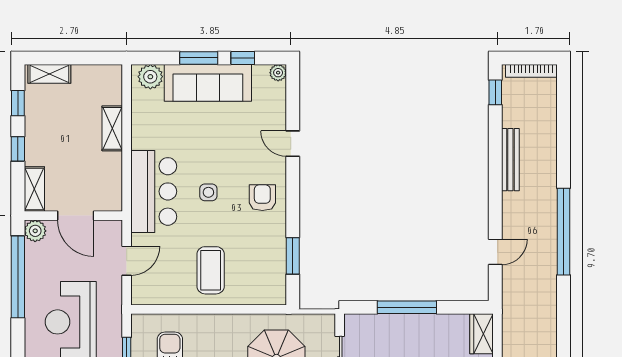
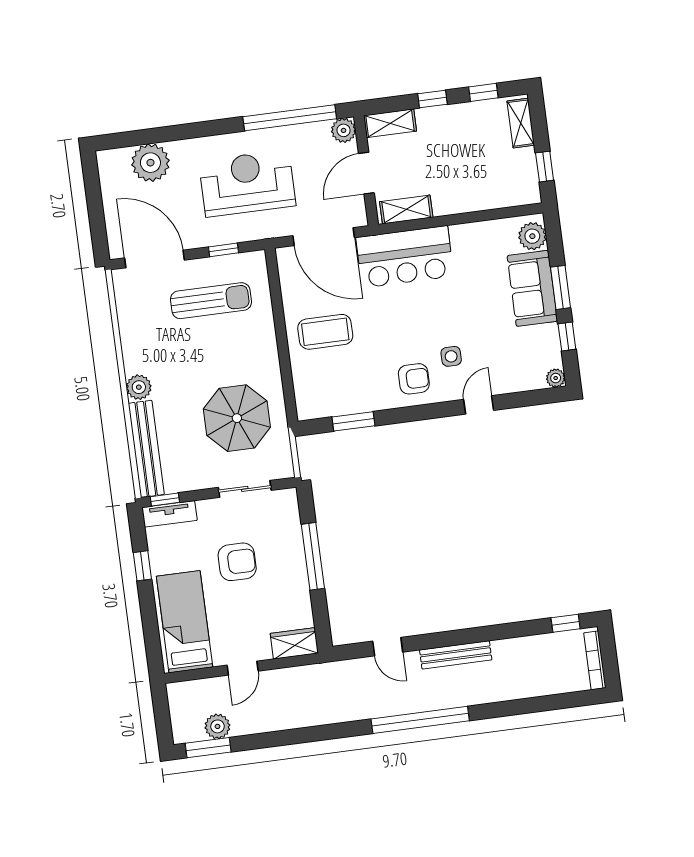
window: (90, 58) -> (545, 167), added
sofa: (208, 83) -> (532, 288), width x0.73
shelving: (112, 128) -> (406, 209), moved
bench: (510, 160) -> (456, 655), moved
side table: (208, 192) -> (451, 356), moved
door: (127, 261) -> (324, 237), width x1.87

